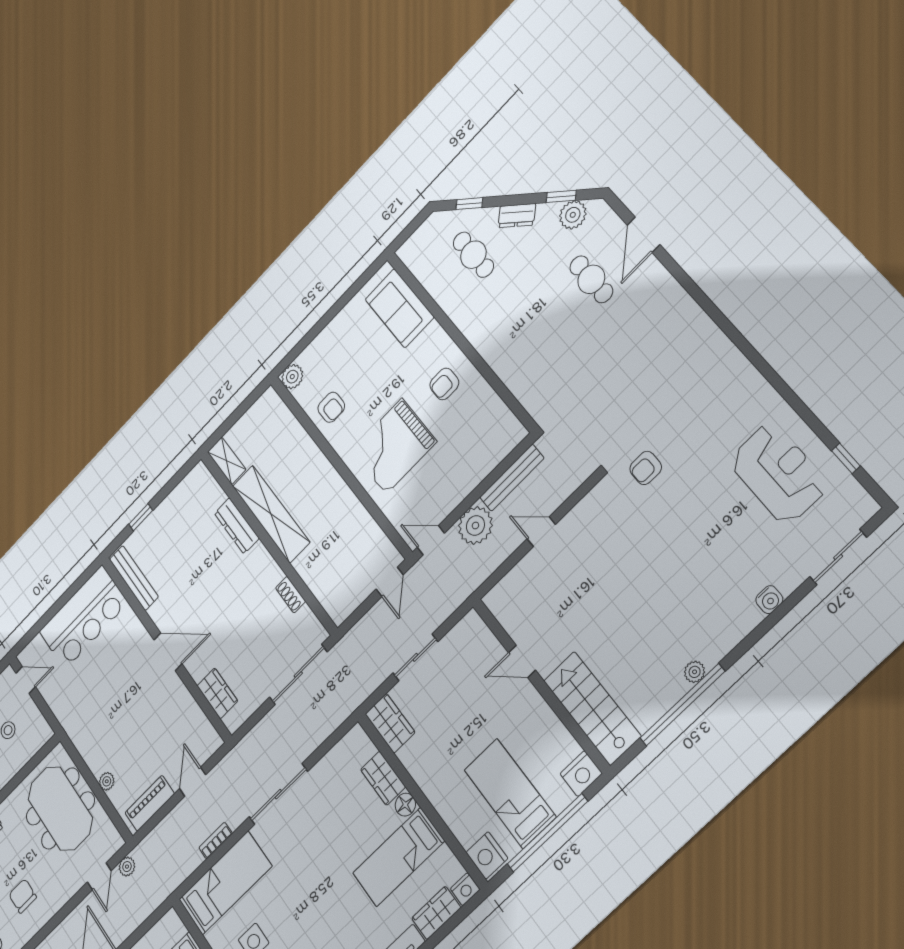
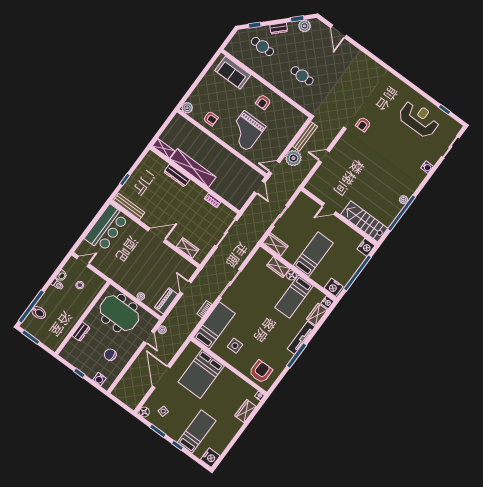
cafe table: (591, 279) -> (302, 76), moved
bed: (510, 793) -> (313, 254), moved, turned 90

